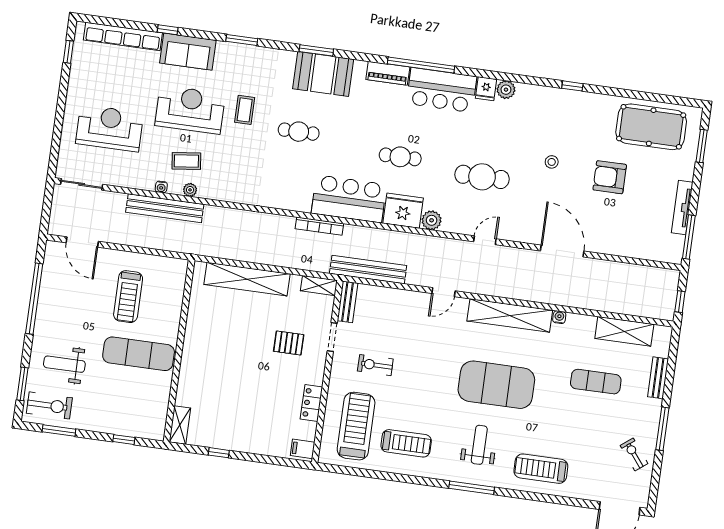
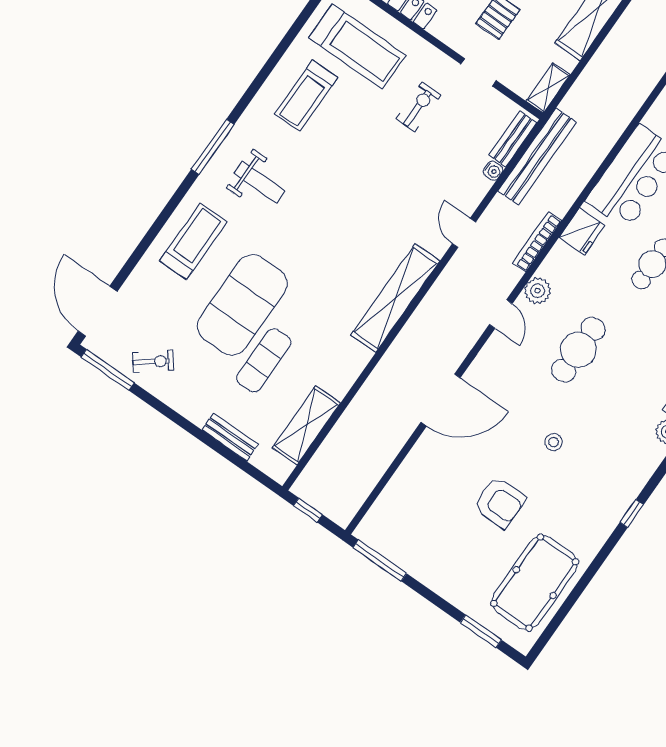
armchair: (610, 177) -> (500, 502), turned 90
tv unit: (682, 207) -> (419, 570), removed
fridge: (403, 211) -> (582, 231), width x0.73, depth x0.75
plant: (432, 220) -> (538, 291), moved
bookcase: (319, 226) -> (537, 242), moved
bench: (347, 302) -> (513, 139), moved, turned 90
water cooler: (559, 317) -> (493, 171), moved
exercise mat: (496, 385) -> (242, 305), moved
window: (662, 429) -> (108, 370), moved

